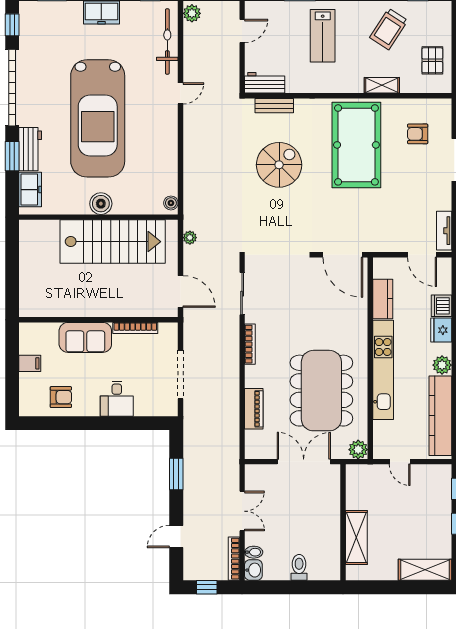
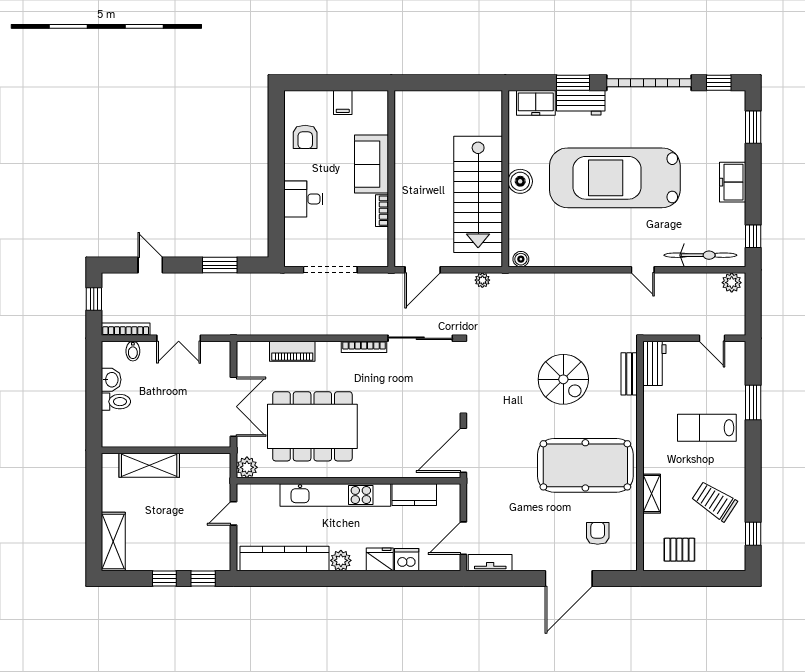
sliding door: (242, 294) -> (420, 338), width x1.37
bookcase: (135, 328) -> (382, 211), width x0.64
washbasin: (253, 570) -> (111, 380), moved, turned -90

